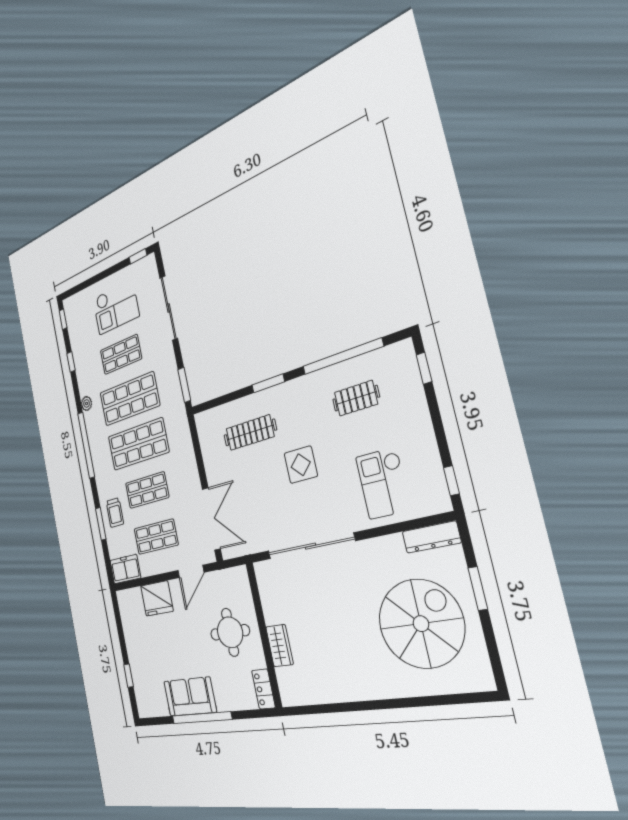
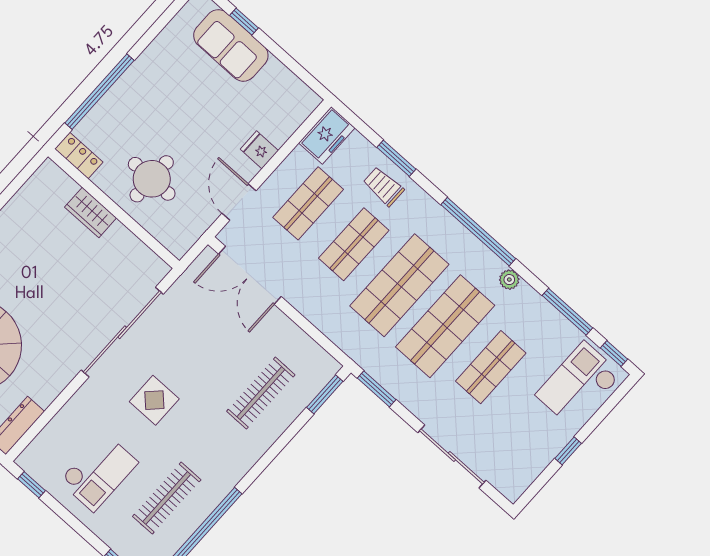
window: (138, 256) -> (568, 451), moved
checkout: (116, 307) -> (578, 385), moved
window: (71, 362) -> (567, 312), width x2.17
window: (268, 383) -> (325, 394), moved
clothes rail: (356, 398) -> (167, 498), width x1.36
display table: (301, 465) -> (154, 400), moved
checkout: (383, 483) -> (99, 472), moved, turned 90
fridge: (157, 598) -> (259, 150), width x0.53, depth x0.75
sofa: (190, 697) -> (231, 45), moved, turned 90
window: (202, 718) -> (99, 92), moved

